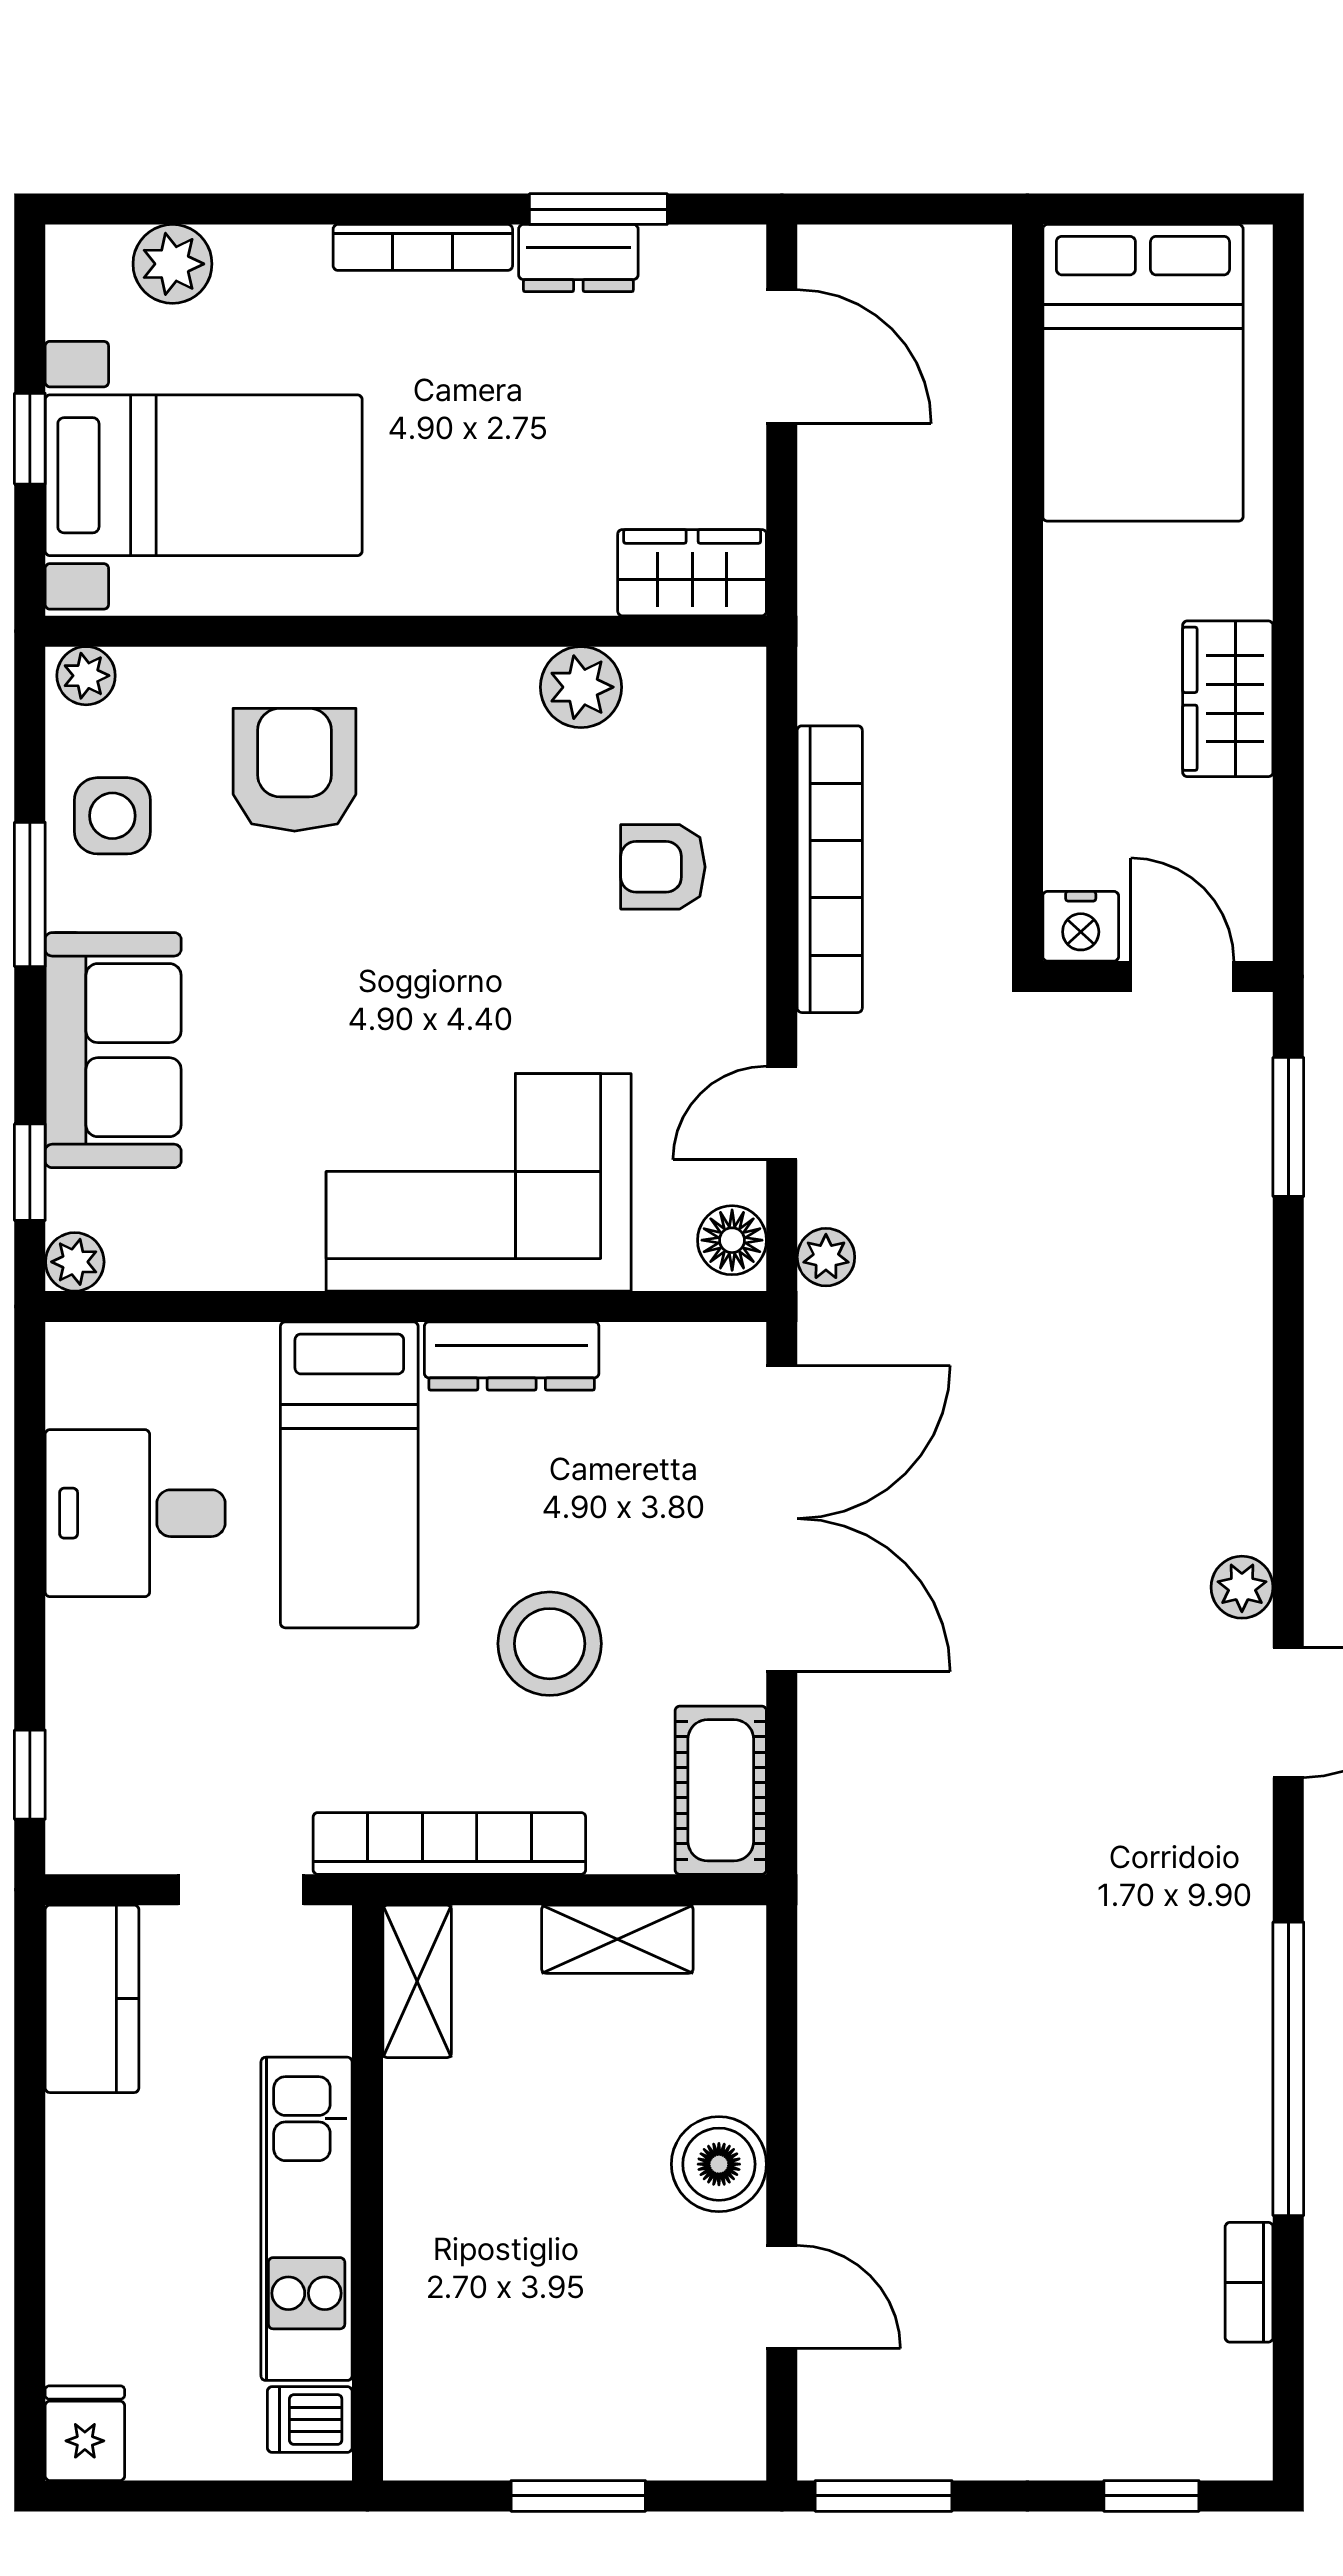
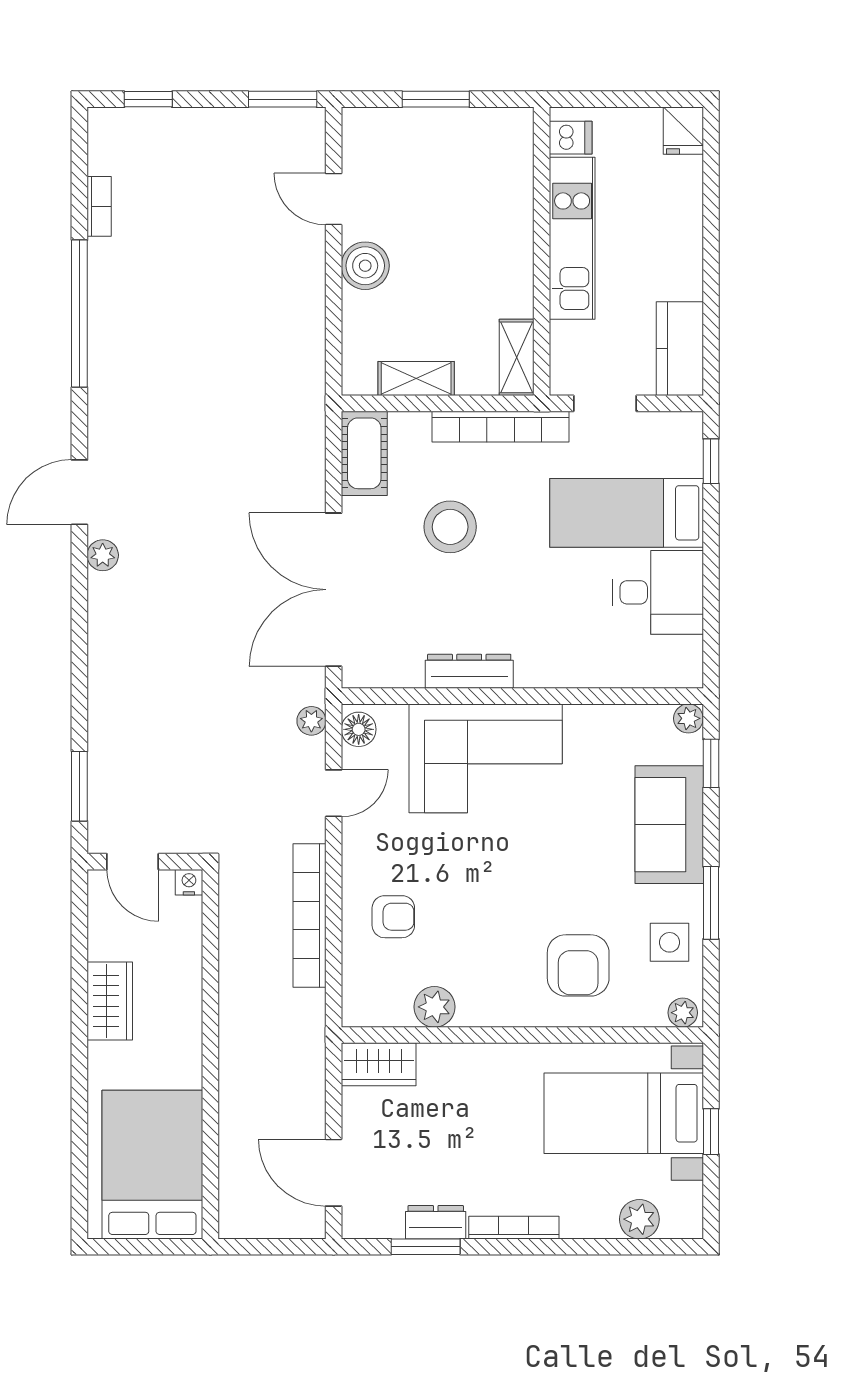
nightstand: (1081, 926) -> (189, 882), width x0.72, depth x0.74
bed: (349, 1475) -> (627, 513), moved, turned -90

